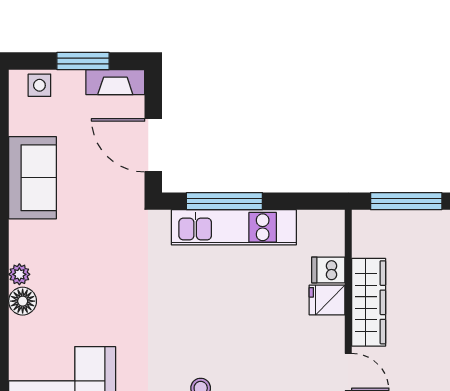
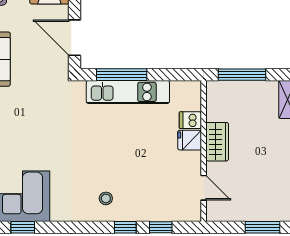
wardrobe: (369, 302) -> (217, 142), width x0.67

